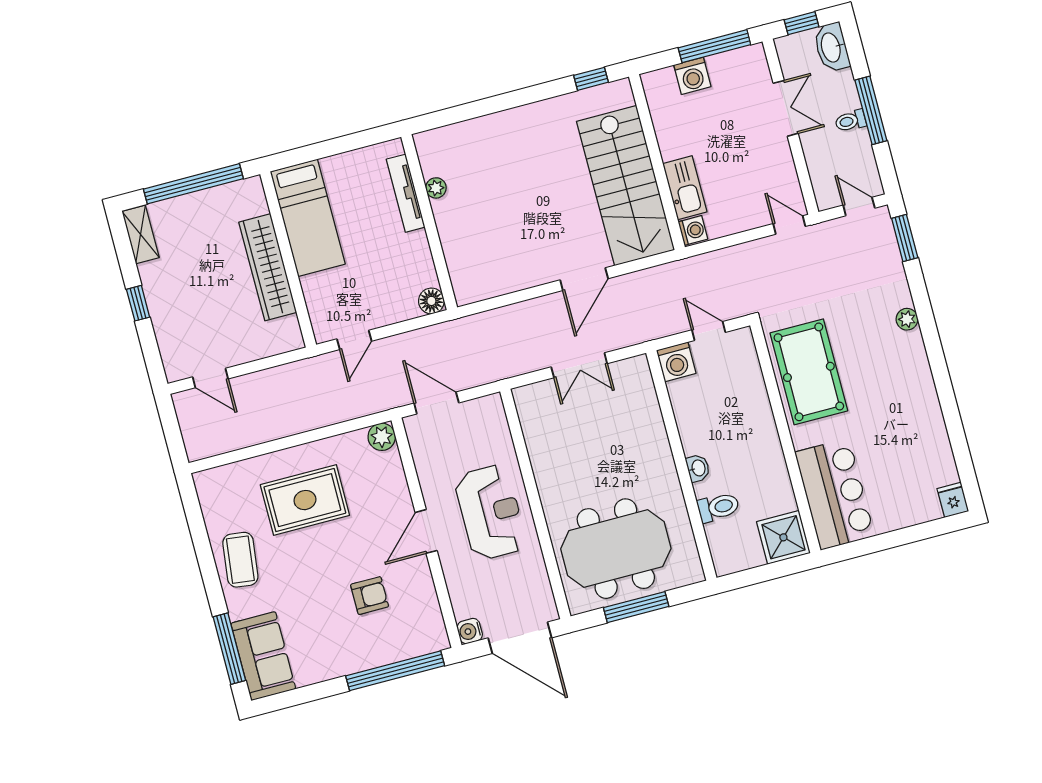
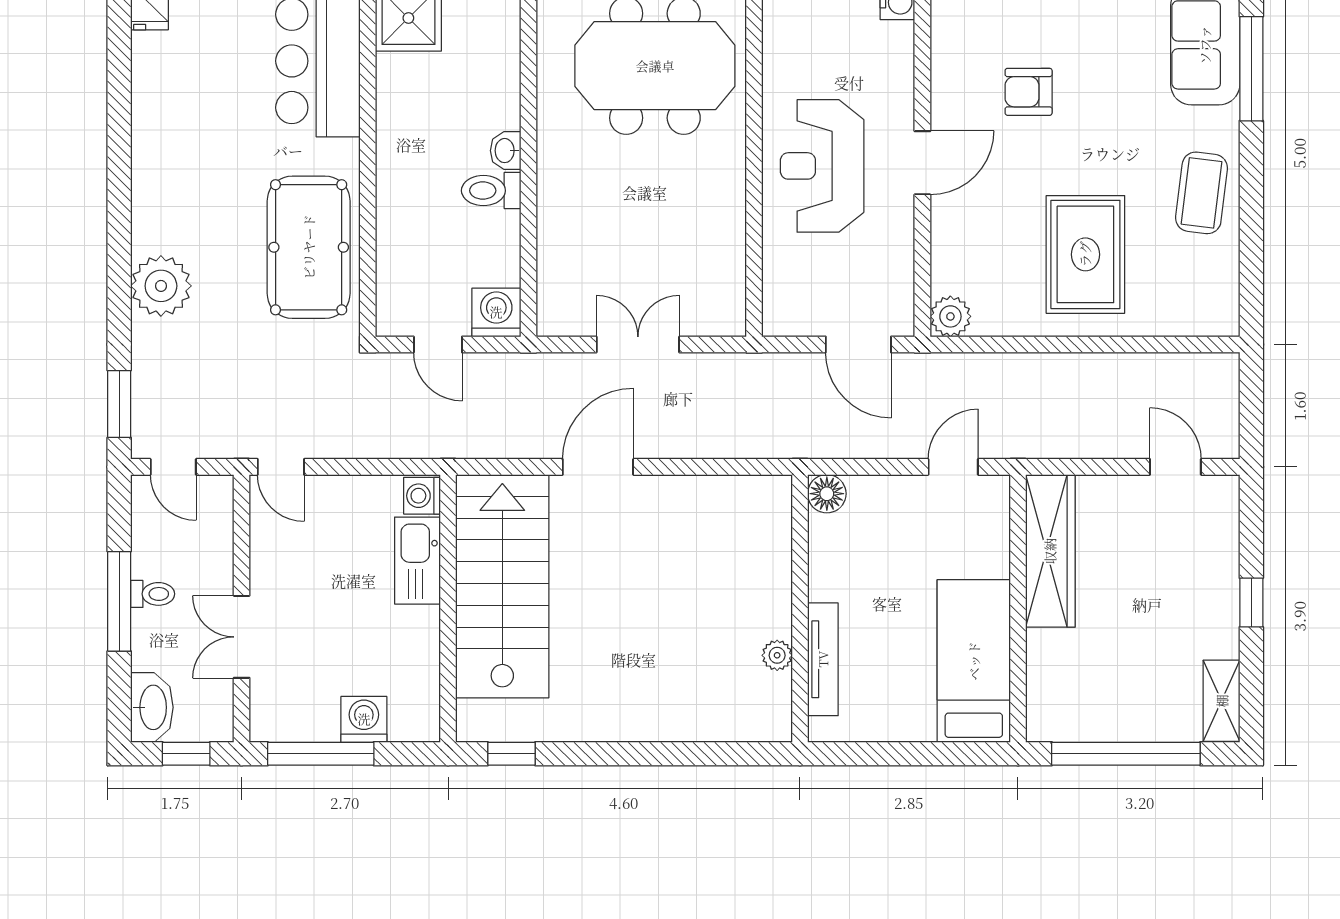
wardrobe: (268, 267) -> (1050, 551), moved
plant: (907, 319) -> (161, 286), width x1.87, depth x1.87
rug: (305, 500) -> (1085, 254), turned 90
toilet: (718, 507) -> (491, 191), moved

